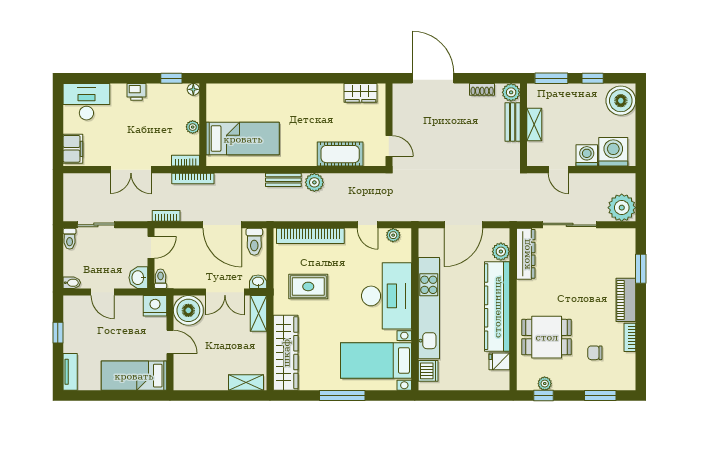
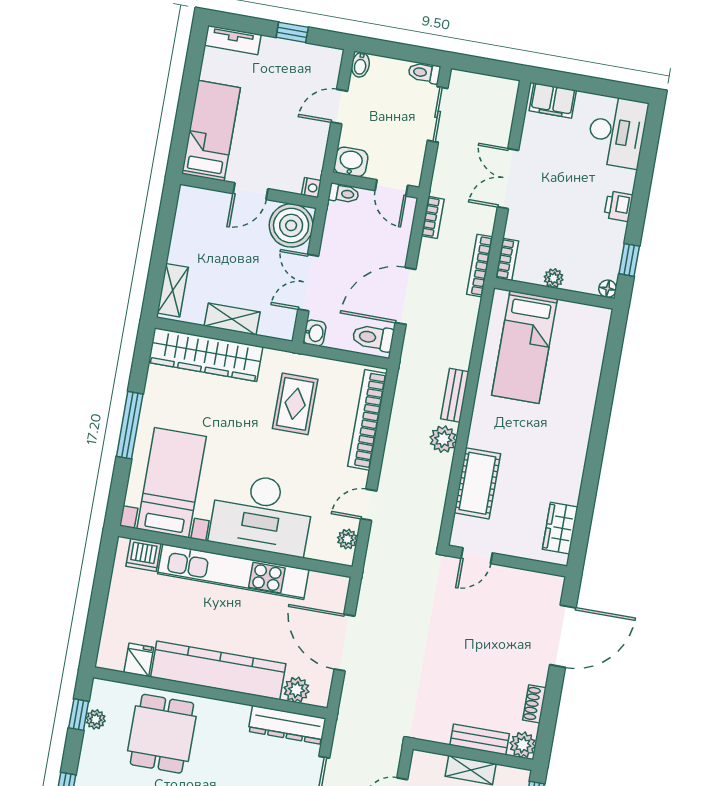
nightstand: (155, 306) -> (311, 188), width x0.53, depth x0.56
shelving: (258, 313) -> (232, 319), moved

